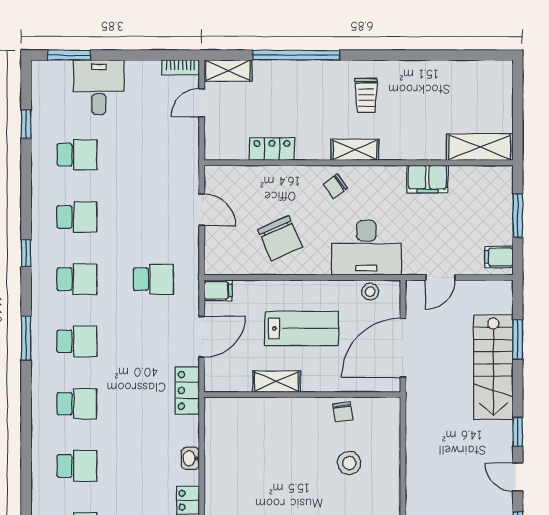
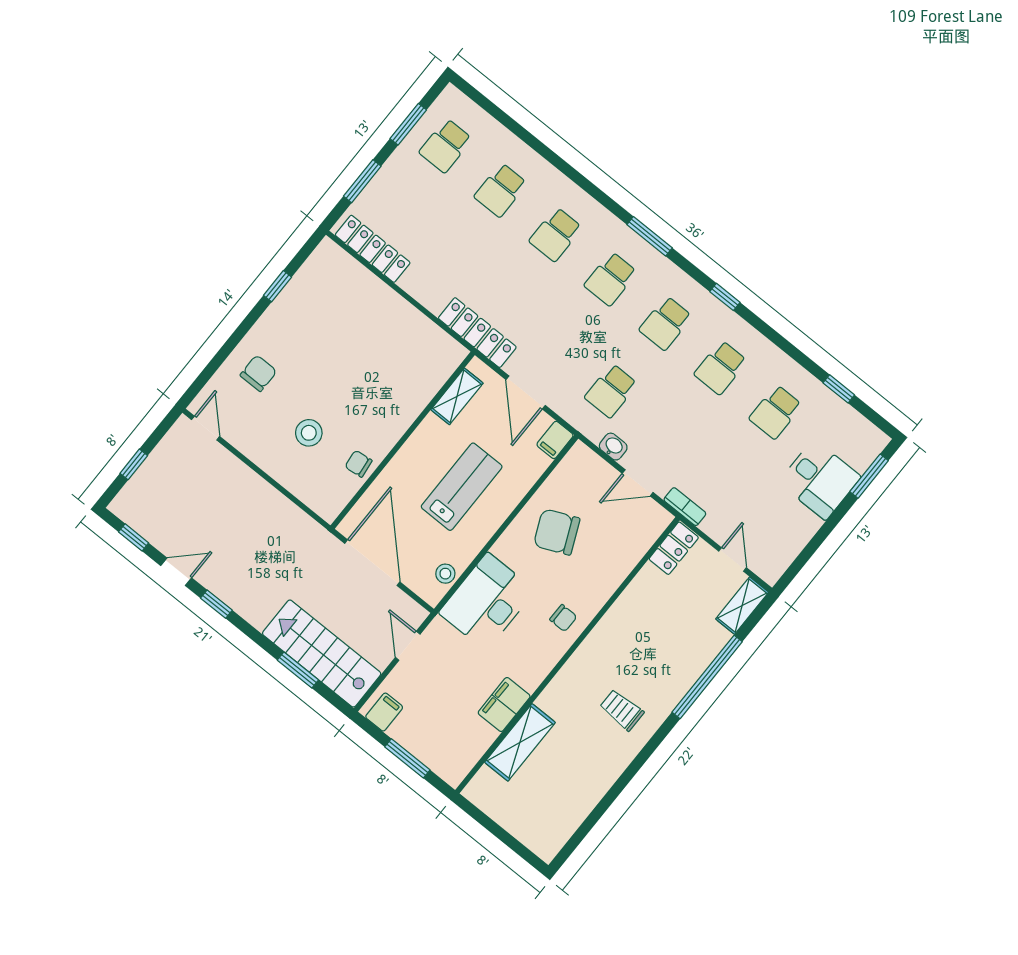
bookcase: (181, 67) -> (685, 507), moved, turned 90
shelving: (480, 147) -> (520, 742), moved
locker: (272, 149) -> (674, 548), moved
shelving: (355, 150) -> (582, 661), removed
chair: (335, 186) -> (563, 618), turned 125
lab bench: (302, 328) -> (462, 487), turned 180
stairs: (493, 367) -> (322, 654), moved
shelving: (277, 382) -> (457, 396), moved
locker: (187, 391) -> (477, 333), width x1.53
washbasin: (190, 458) -> (613, 447), moved

